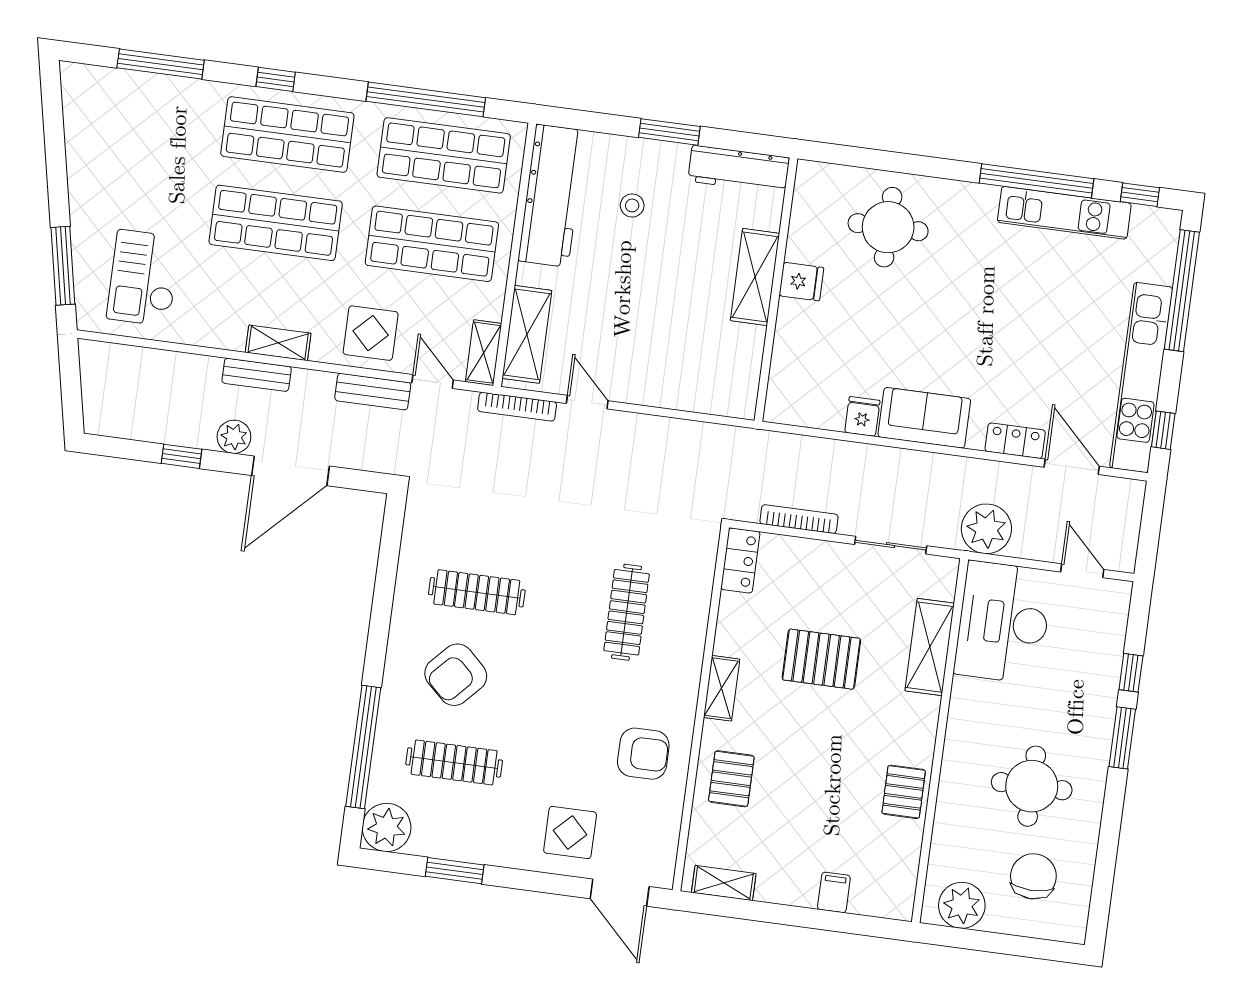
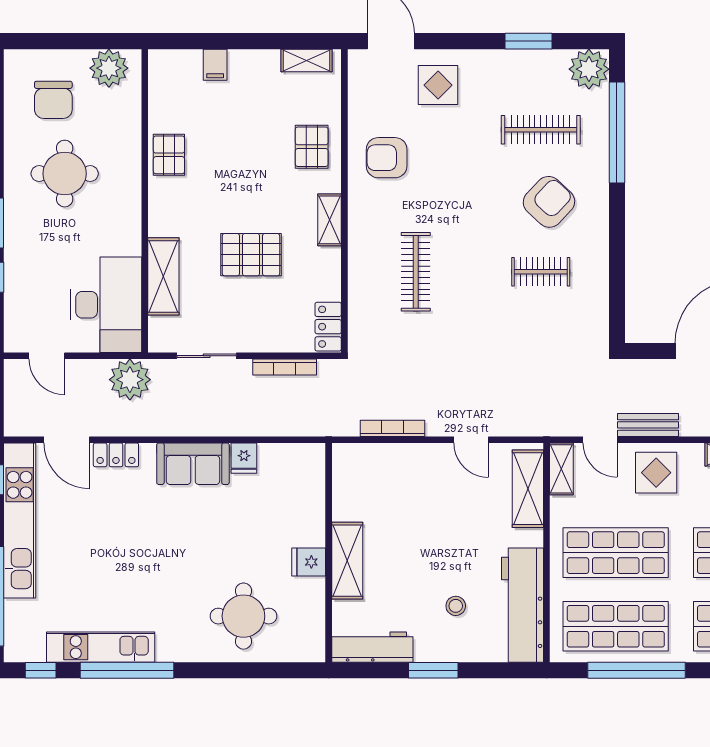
bookcase: (517, 407) -> (393, 428), moved
clothes rail: (477, 592) -> (541, 272), width x0.73

